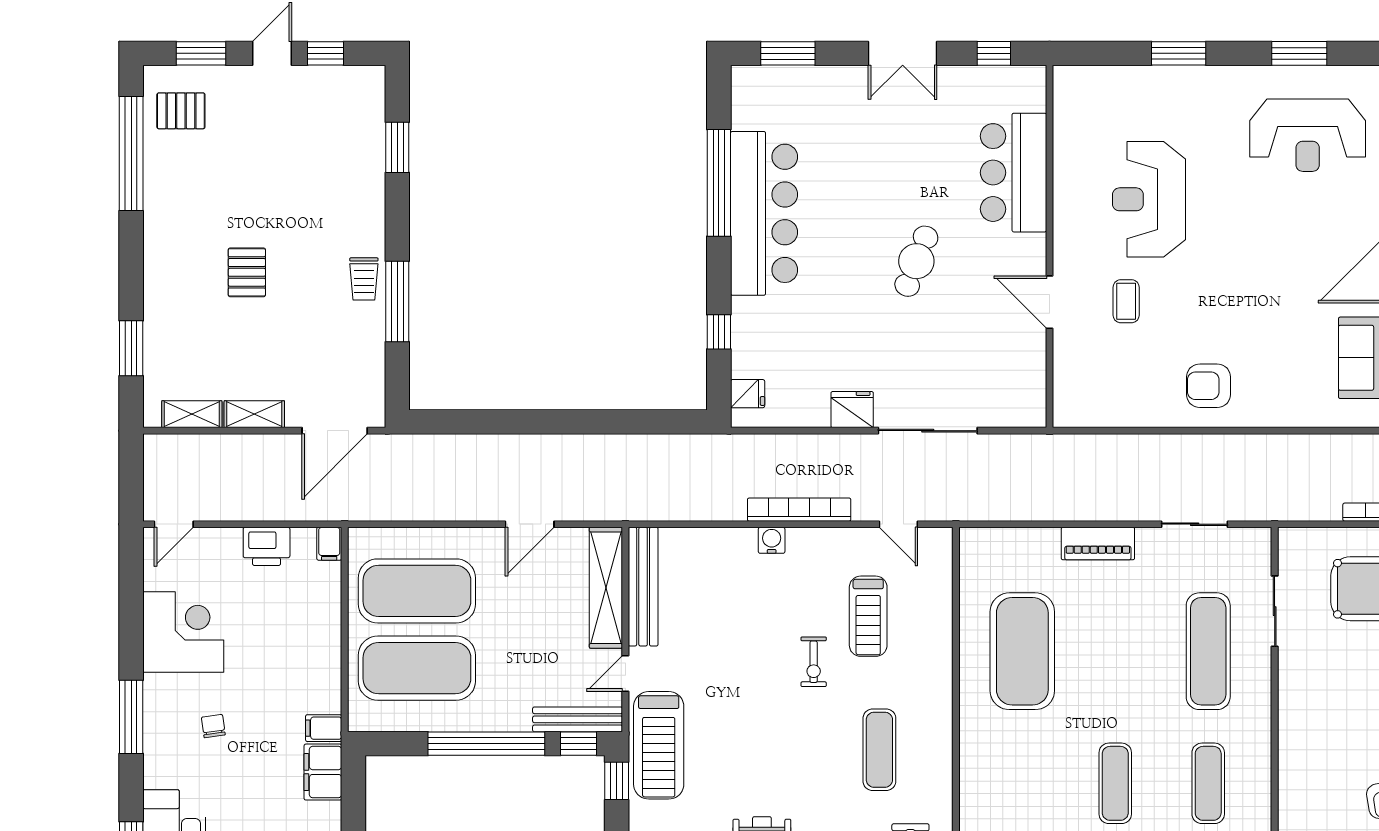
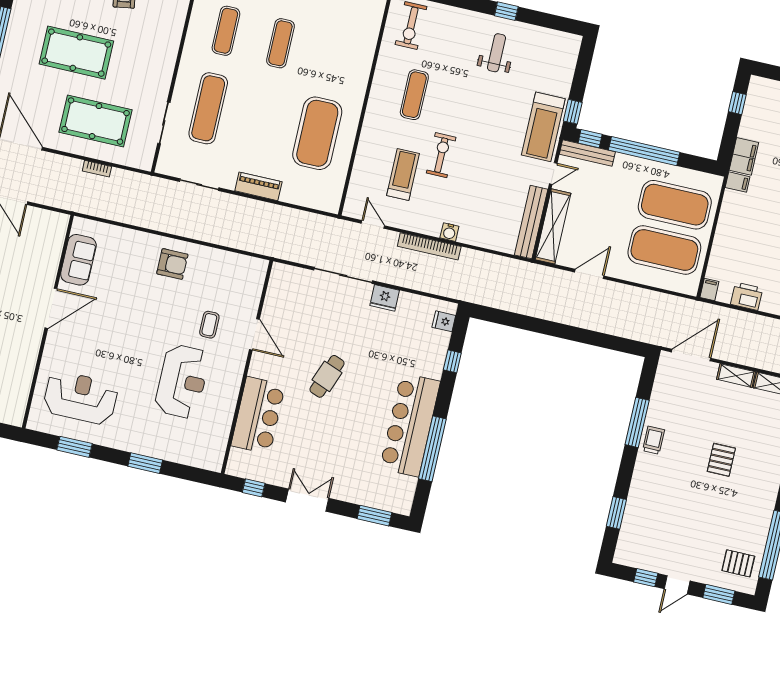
exercise bike: (814, 662) -> (441, 155), width x1.38, depth x1.39
treadmill: (659, 745) -> (543, 127), turned 180

